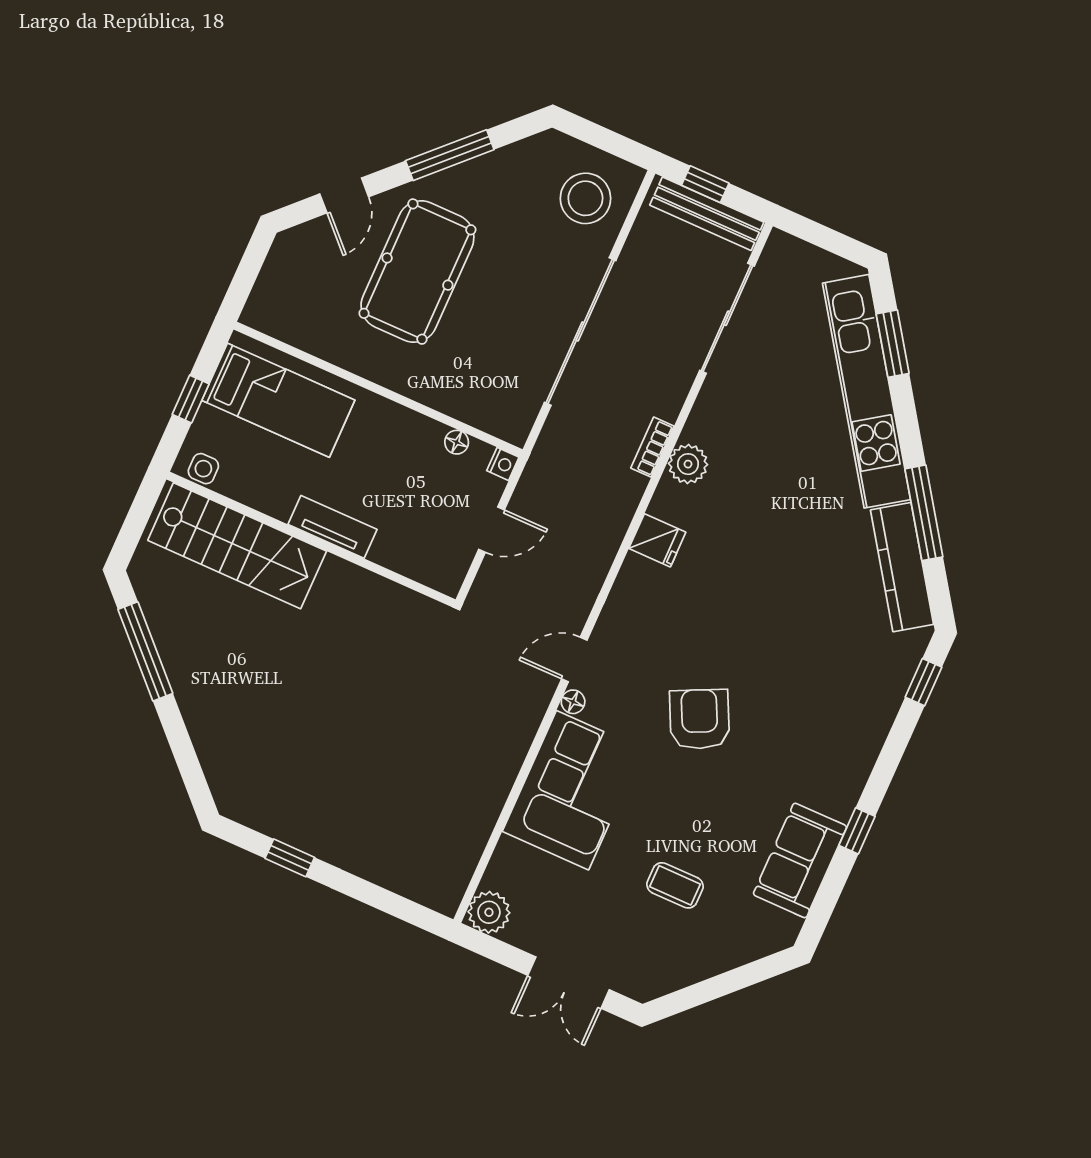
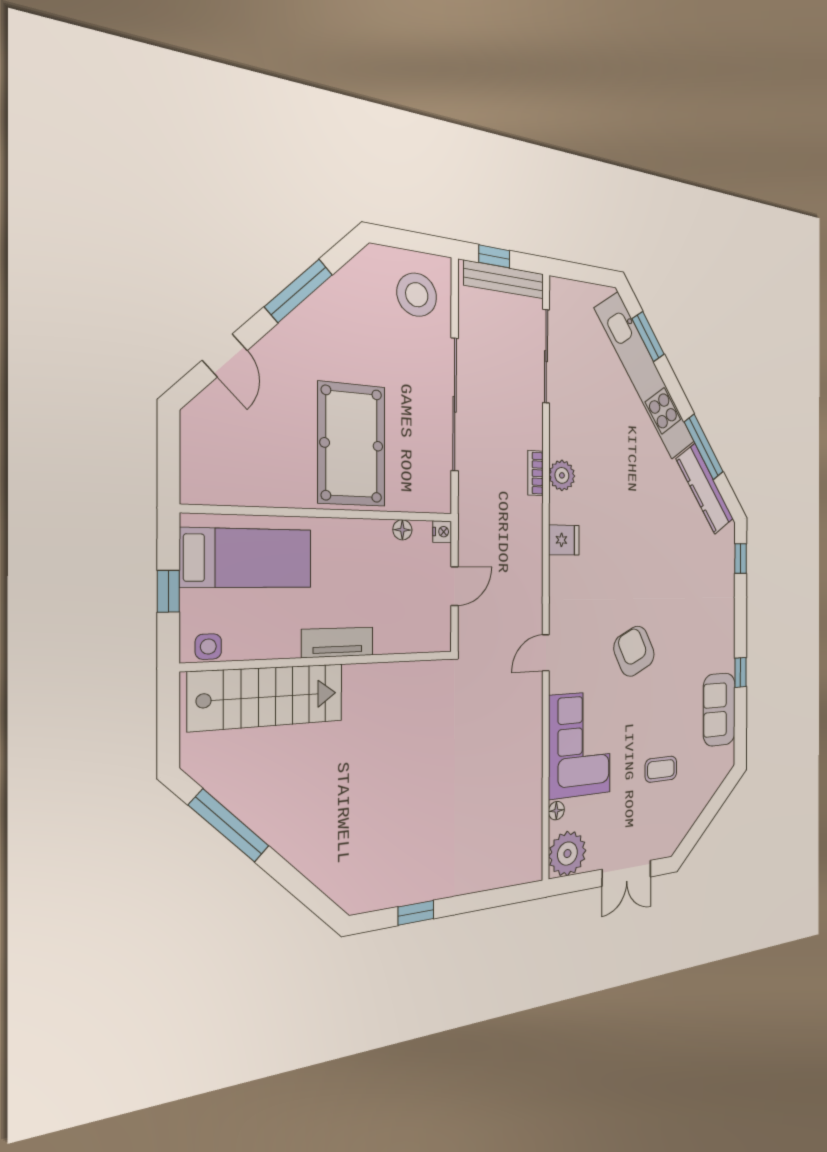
pool table: (417, 272) -> (352, 444), moved
floor lamp: (573, 702) -> (556, 811), moved
plant: (489, 912) -> (567, 854), width x1.36, depth x1.36

